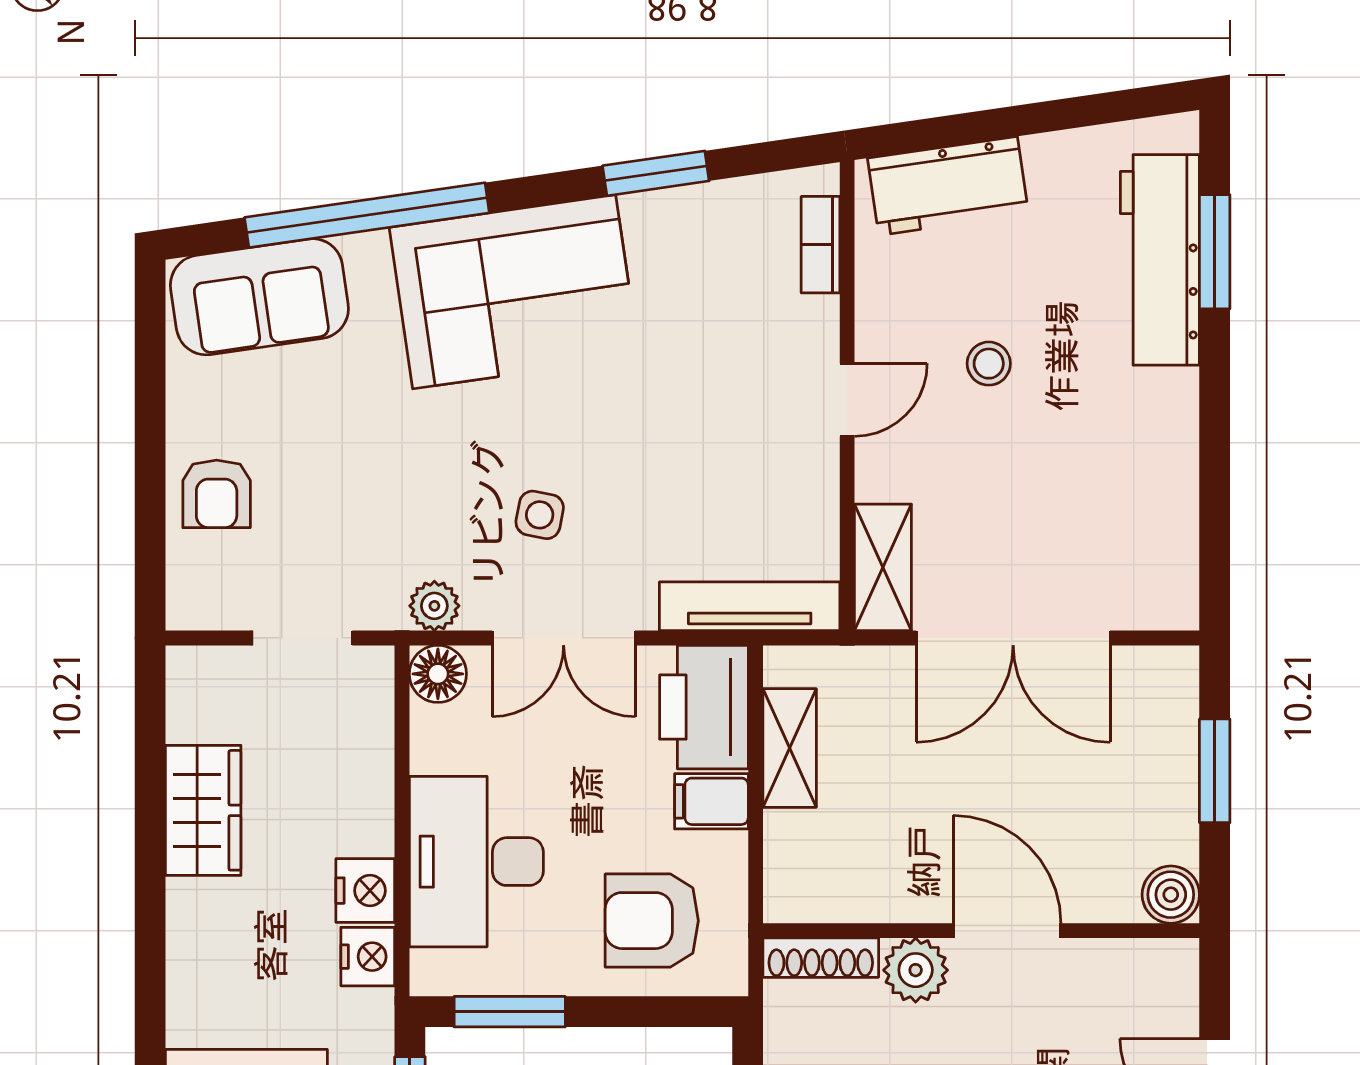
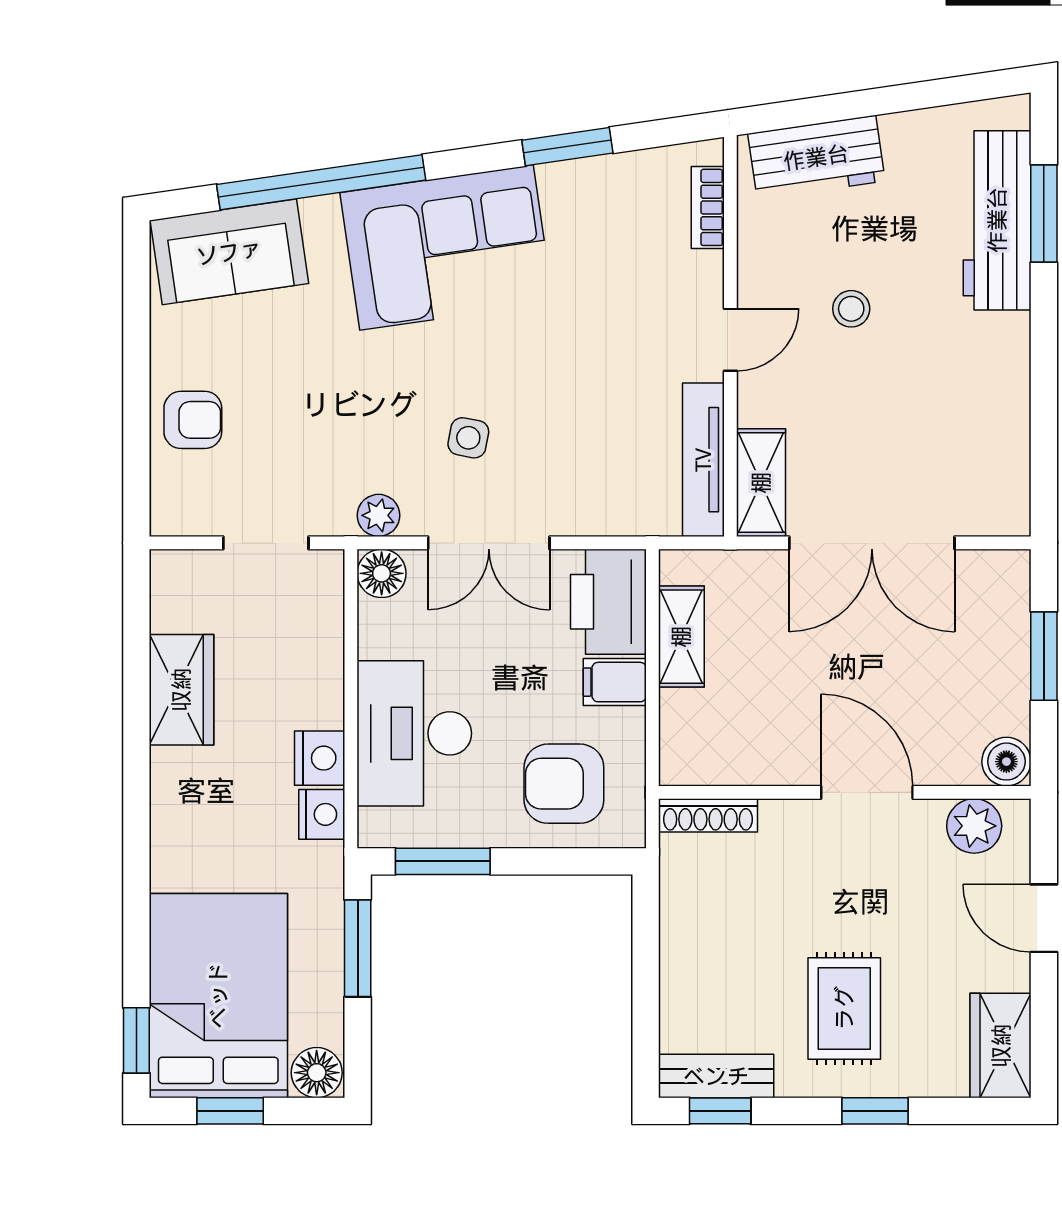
armchair: (217, 494) -> (193, 420), turned -90
tv unit: (750, 606) -> (703, 460), moved, turned -90
plant: (916, 970) -> (974, 826), moved

